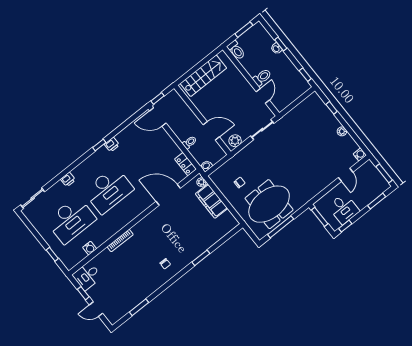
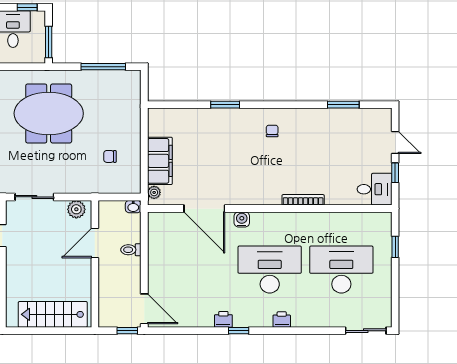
door: (211, 131) -> (95, 243), hinge flipped
locker: (185, 164) -> (156, 228), removed
printer: (68, 179) -> (282, 319), moved
meeting table: (269, 204) -> (49, 113), moved
water cooler: (90, 248) -> (242, 219), moved

